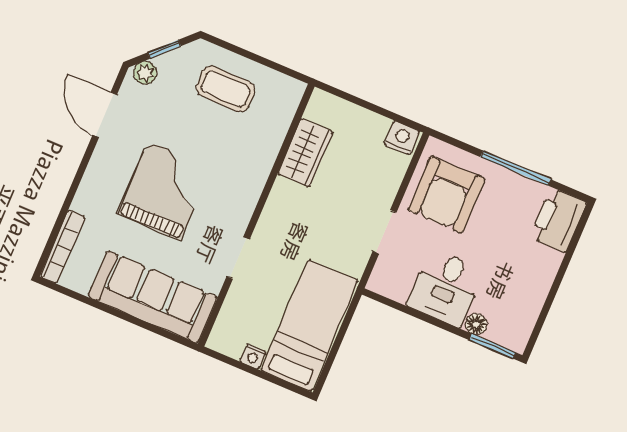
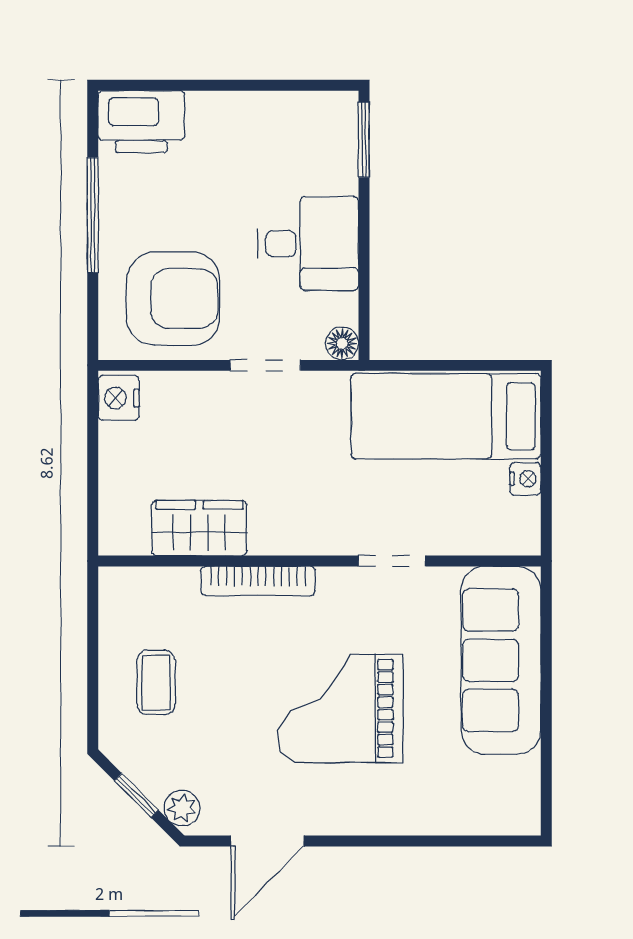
coffee table: (226, 89) -> (156, 682), width x0.73, depth x0.77
bookcase: (63, 247) -> (258, 581), moved, turned 180
floor lamp: (476, 324) -> (342, 344), moved

